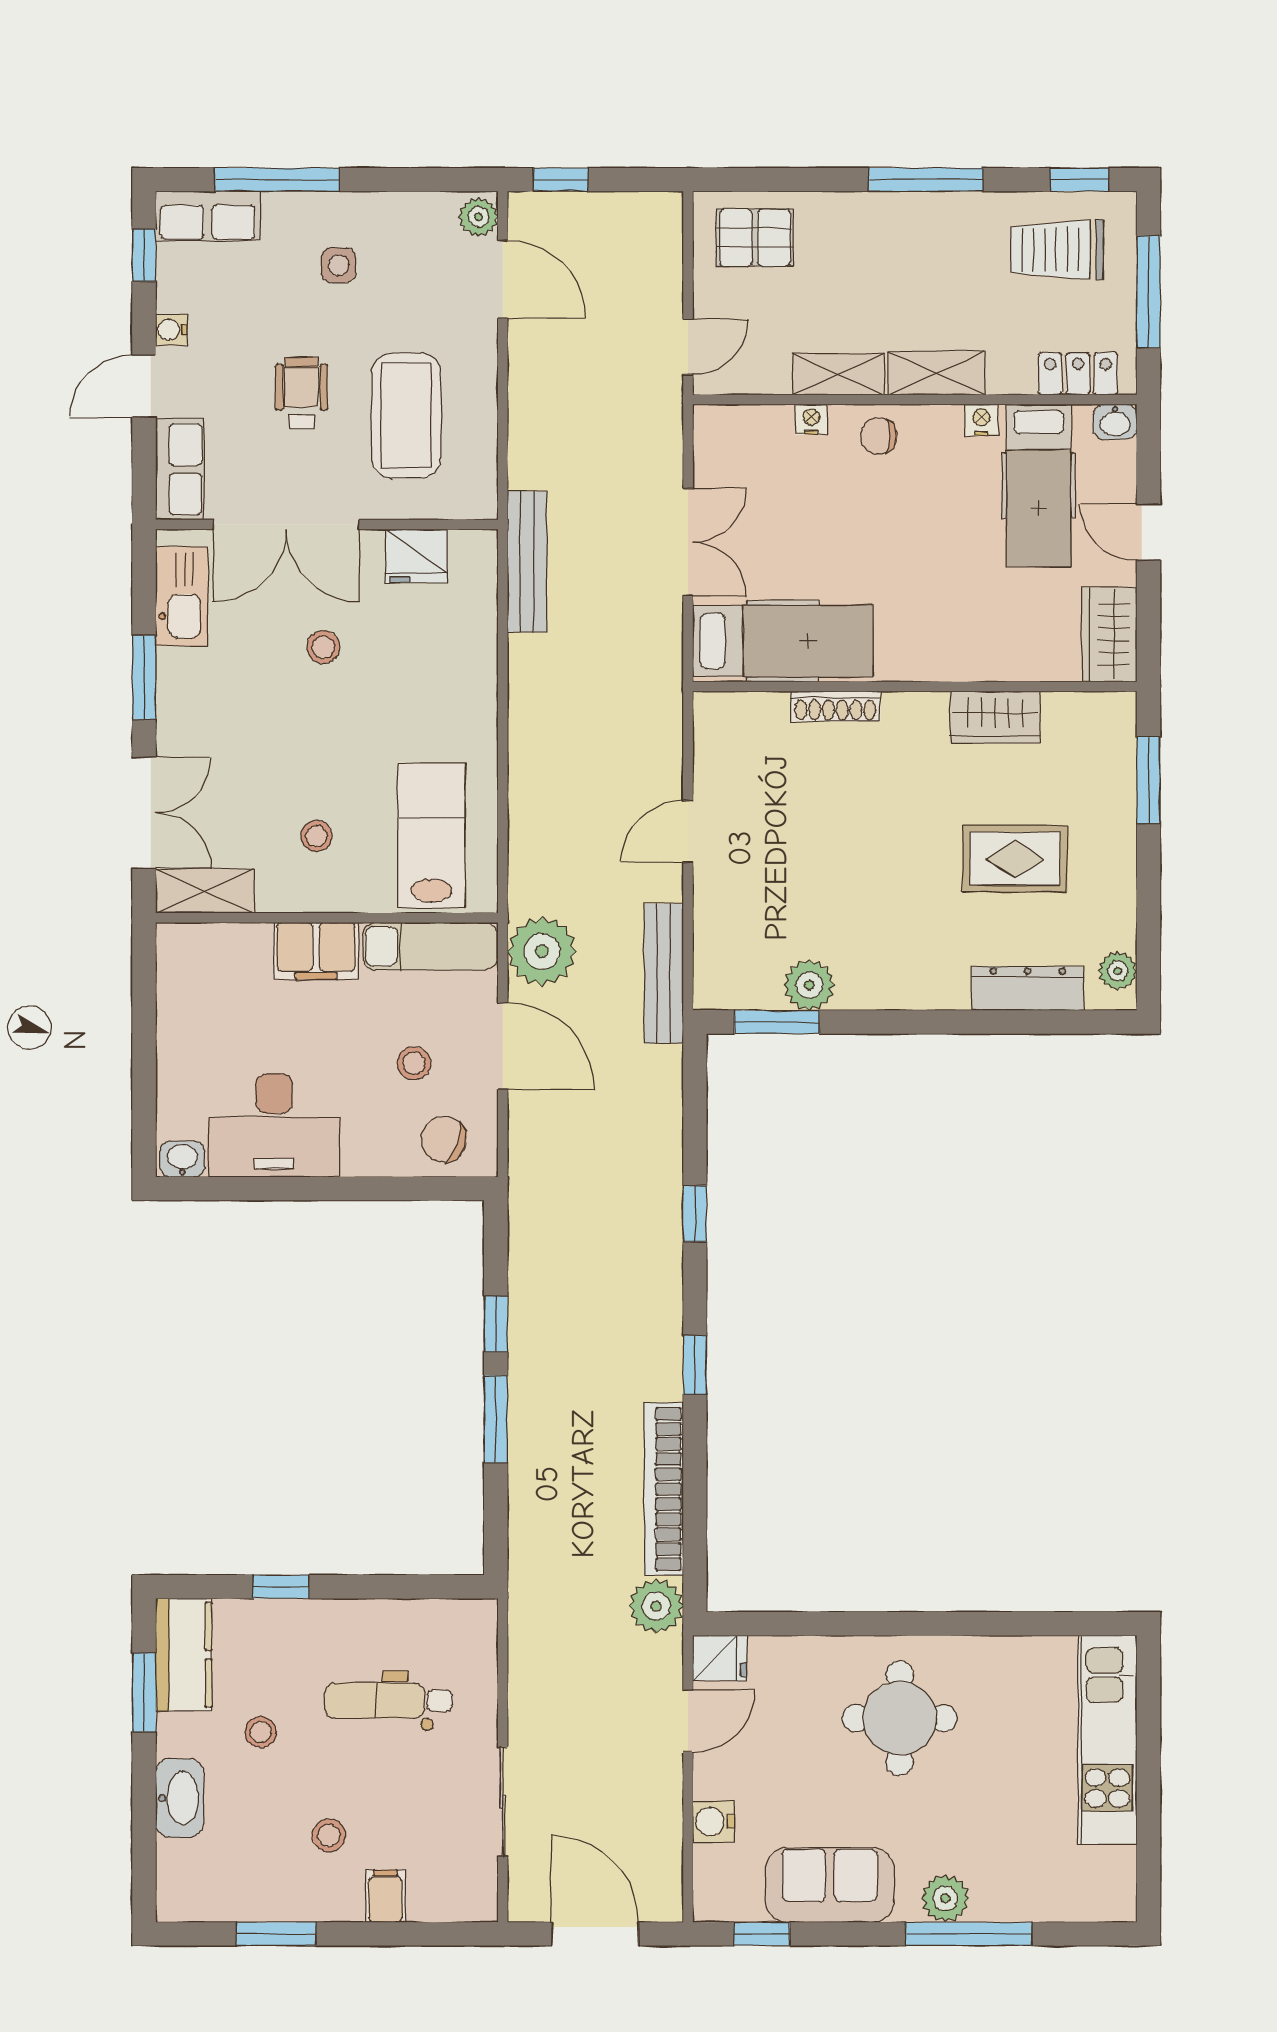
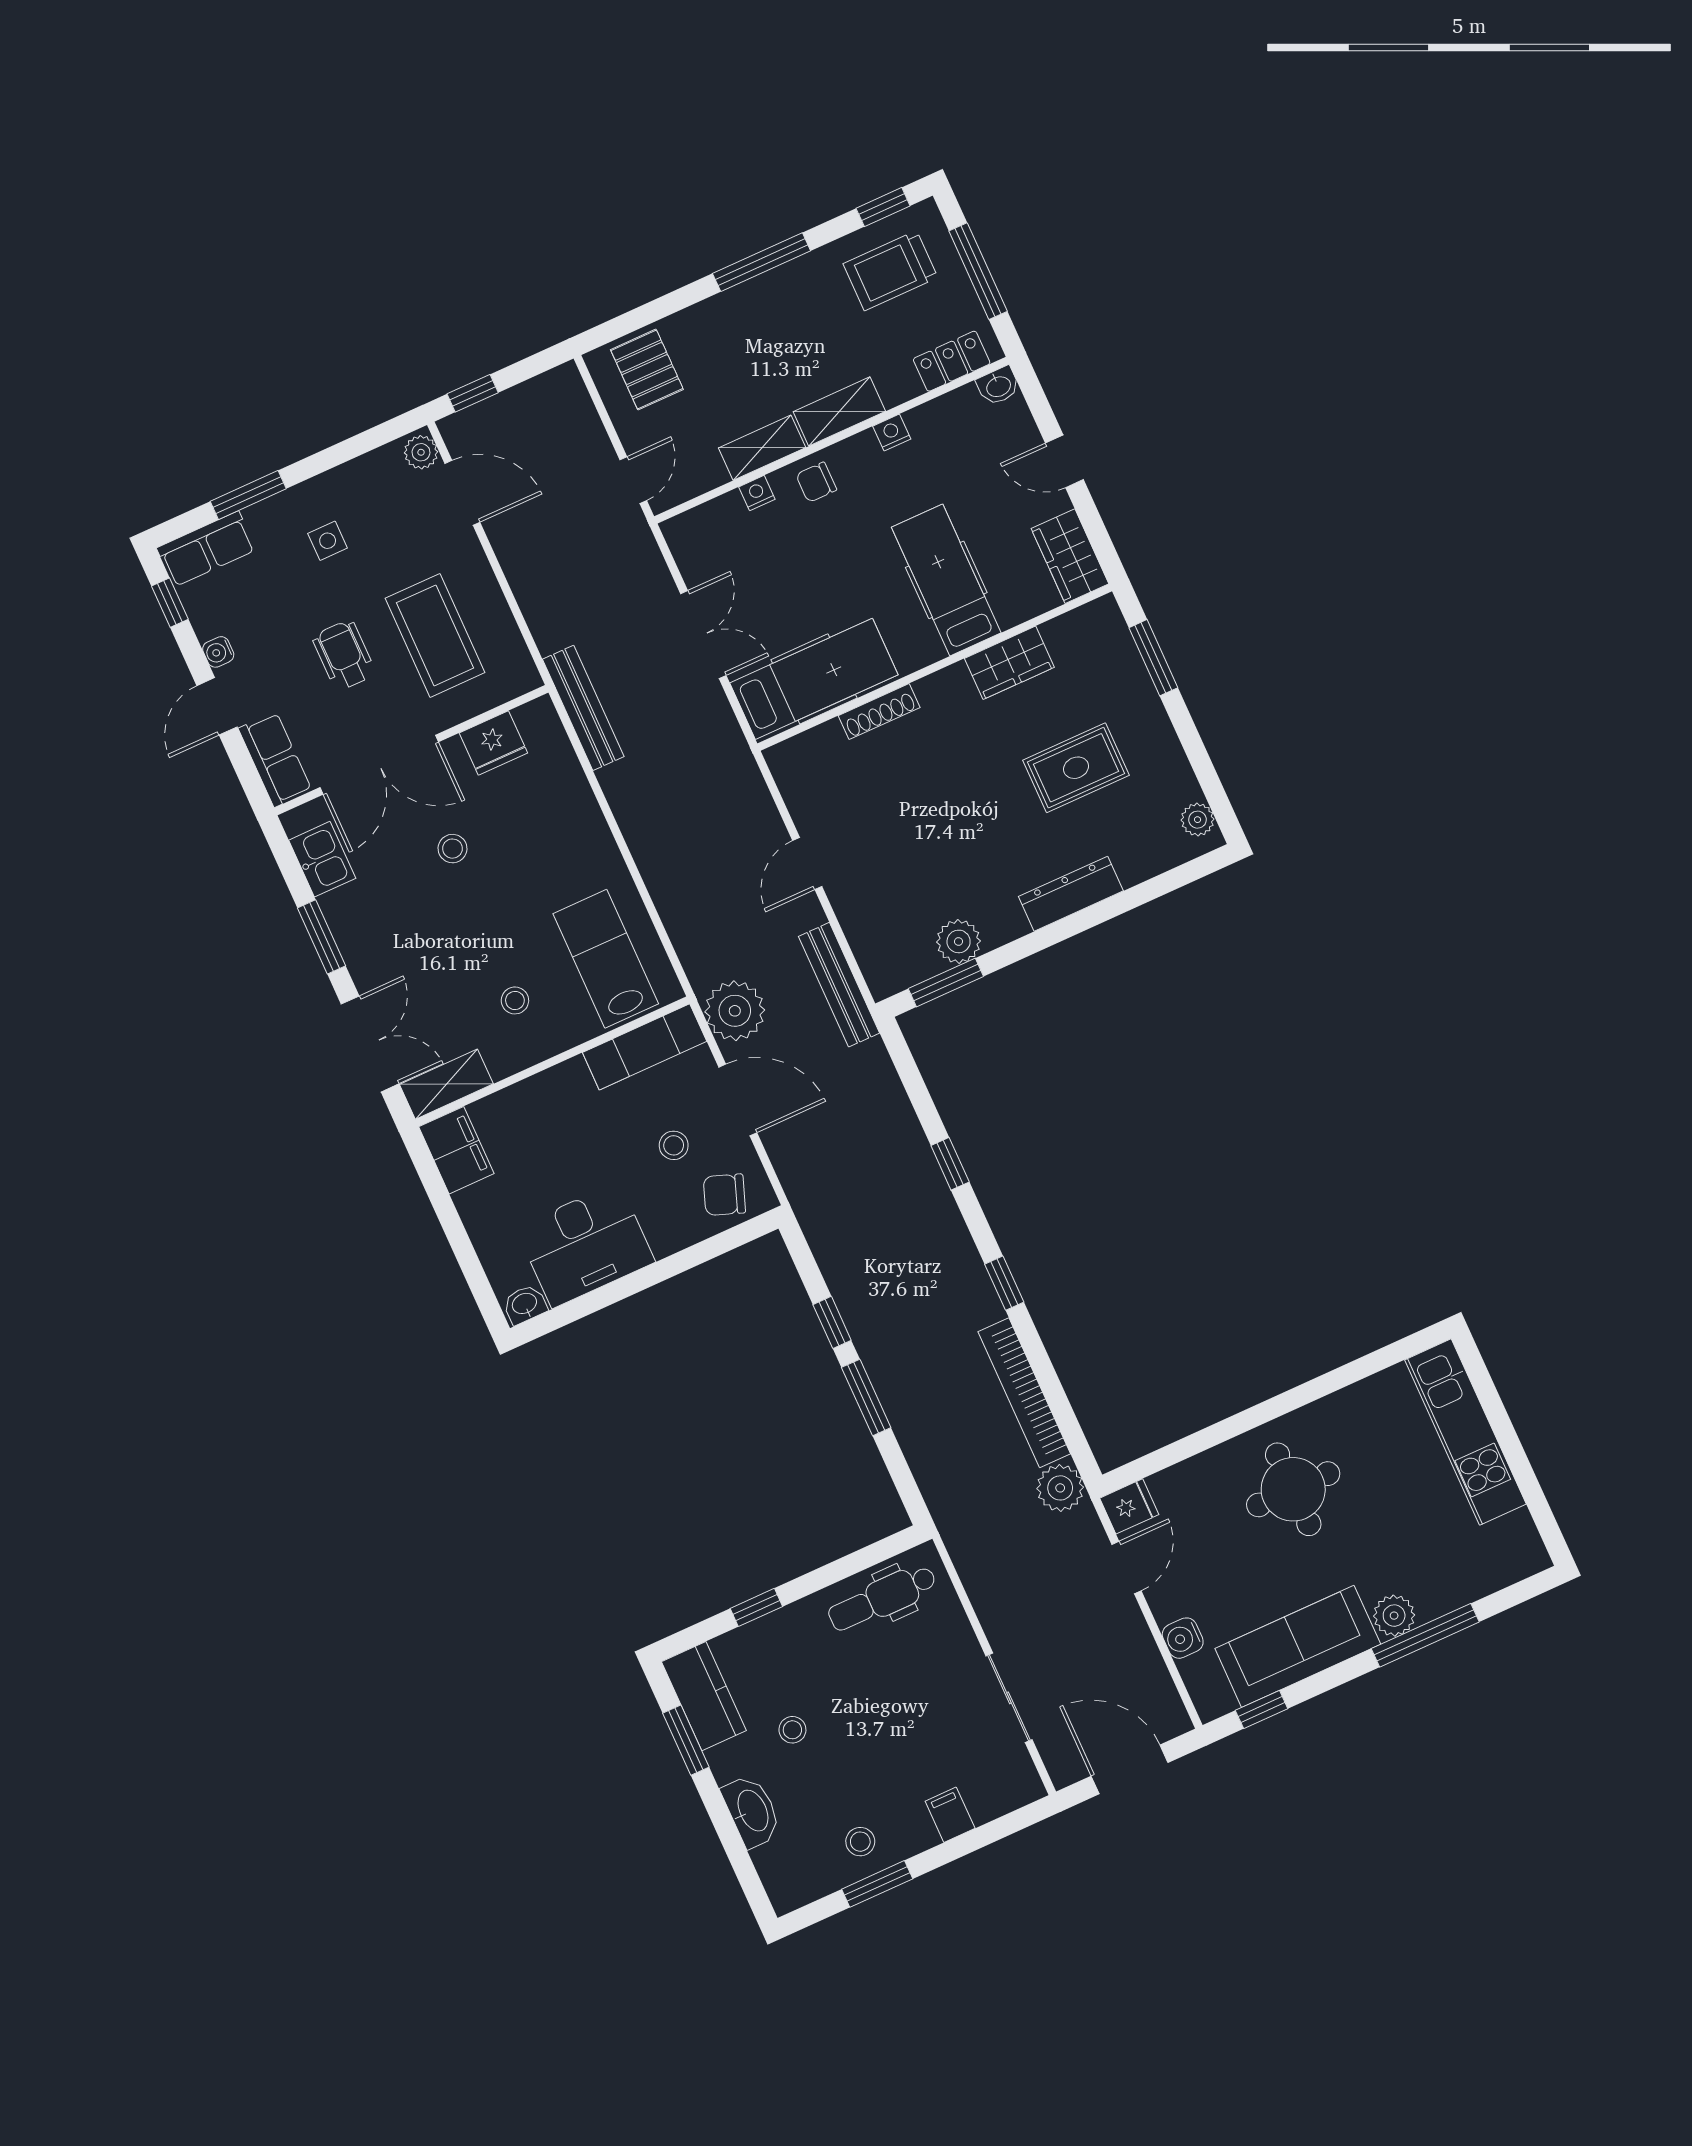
window: (277, 180) -> (248, 495), width x0.69
pallet: (755, 238) -> (647, 370), turned 90
hospital bed: (1039, 486) -> (946, 580), moved, turned 180
kitchen sink: (182, 596) -> (322, 859), width x0.73
filing cabinet: (316, 951) -> (456, 1150), moved, turned -90
dresser: (1028, 988) -> (1071, 894), moved
dental chair: (389, 1701) -> (882, 1598), moved
stool: (329, 1835) -> (860, 1842), moved
sofa: (830, 1885) -> (1298, 1646), width x1.36

